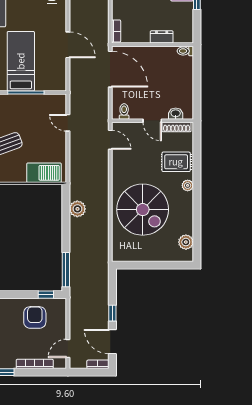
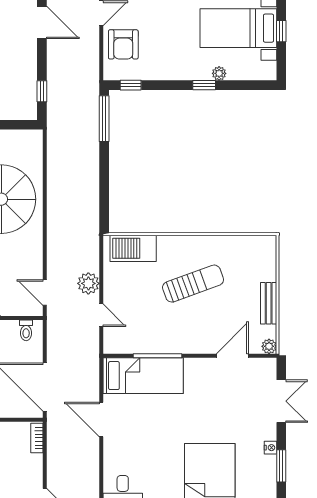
bed: (21, 61) -> (143, 376), moved, turned -90
plant: (77, 209) -> (88, 283), moved
window: (112, 313) -> (42, 91), moved
armchair: (35, 317) -> (123, 44), moved

